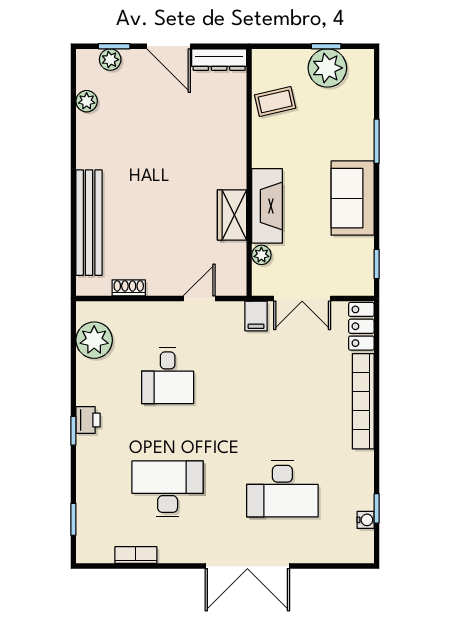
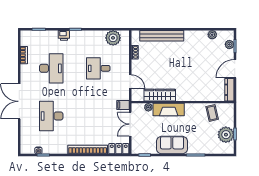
wardrobe: (232, 215) -> (160, 95), width x1.50
printer: (88, 420) -> (64, 35), moved

